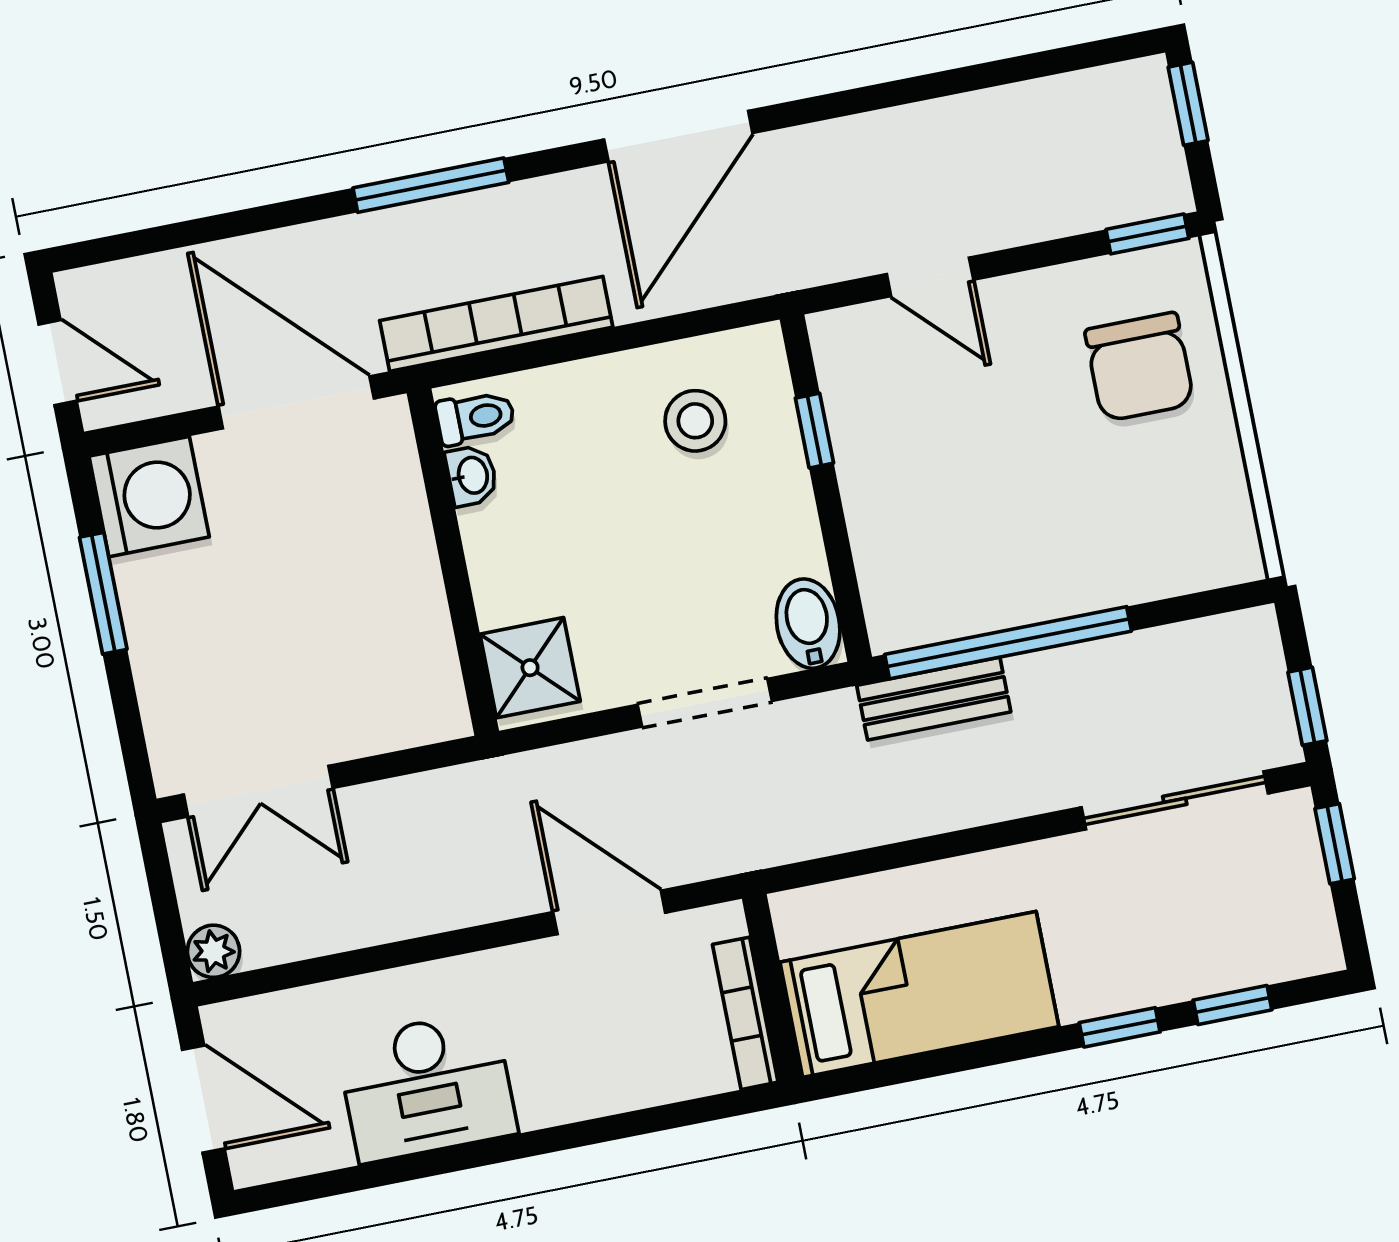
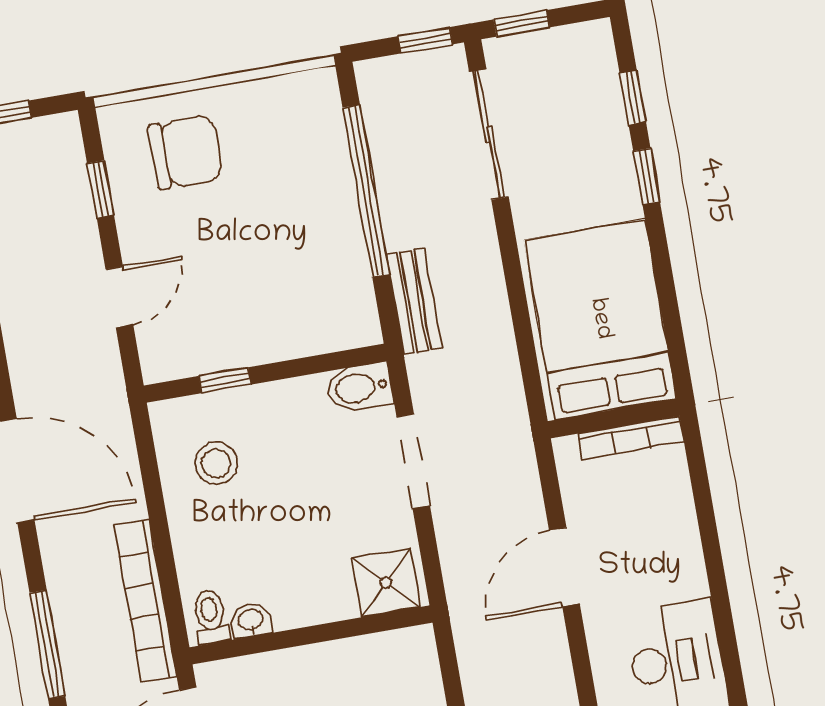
window: (1147, 234) -> (101, 189), moved
window: (1008, 643) -> (366, 191), moved
door: (609, 912) -> (564, 567), moved
bed: (919, 994) -> (600, 319), width x1.50

